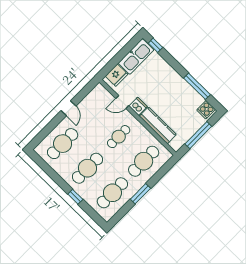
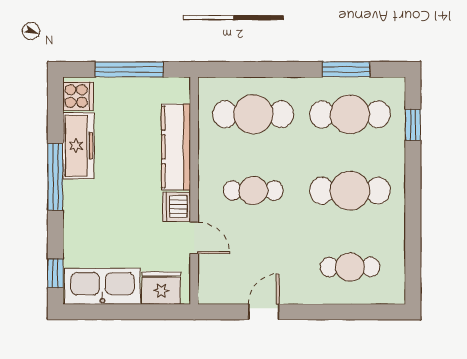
window: (197, 86) -> (55, 177), moved
freezer: (190, 94) -> (78, 146), added
door: (68, 108) -> (264, 312), moved
cafe table: (63, 144) -> (350, 267), width x0.73, depth x0.74
window: (140, 194) -> (346, 69), moved
window: (75, 197) -> (413, 125), moved

